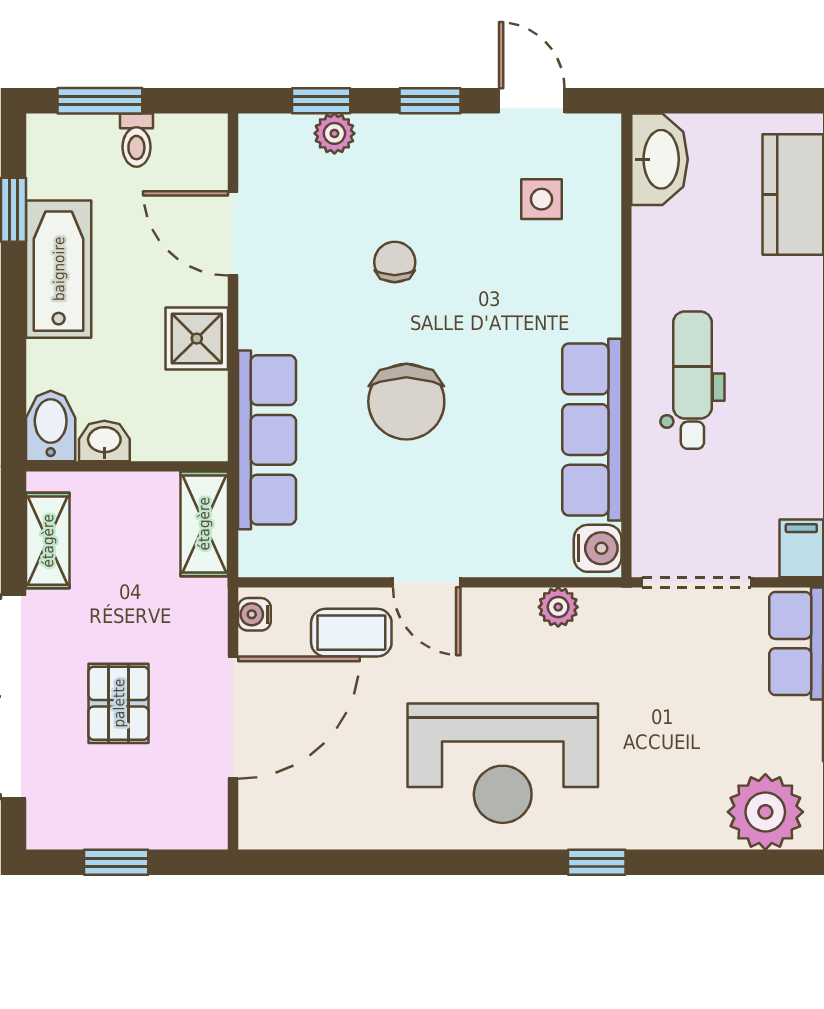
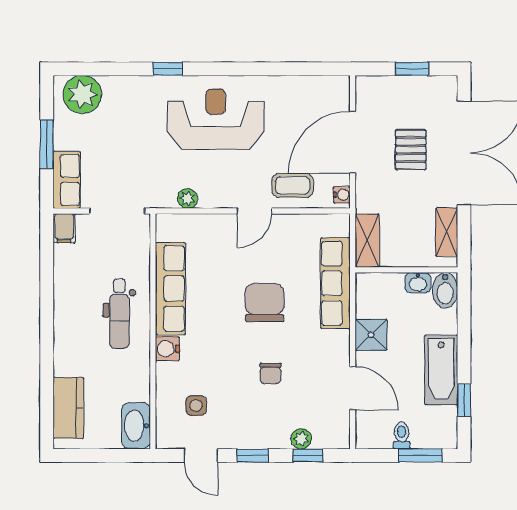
water cooler: (598, 548) -> (168, 349), moved
door: (427, 582) -> (254, 211), swing flipped

